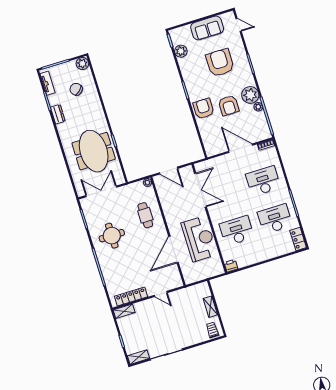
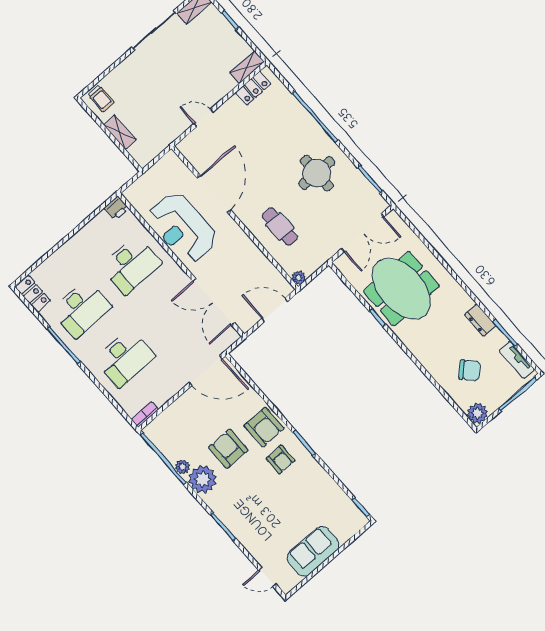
plant: (181, 51) -> (337, 499), removed
armchair: (220, 63) -> (281, 459), moved, width x0.53, depth x0.53
door: (241, 148) -> (206, 371), moved
locker: (131, 297) -> (253, 88), width x0.66

